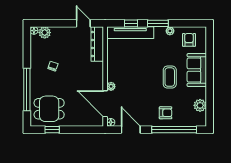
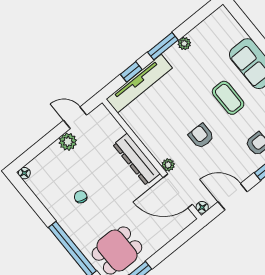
plant: (45, 33) -> (68, 142), moved
armchair: (189, 40) -> (201, 136), moved
dresser: (97, 44) -> (137, 159), moved

